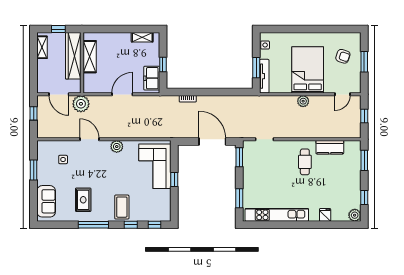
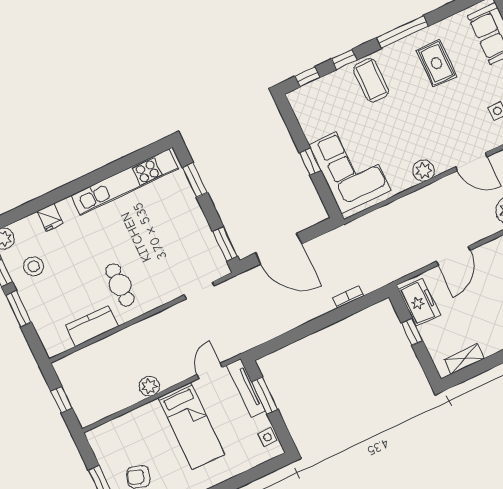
bed: (308, 70) -> (191, 426), width x0.67
door: (343, 94) -> (210, 371), moved
plant: (303, 101) -> (149, 386), moved
window: (364, 160) -> (19, 309), moved
stool: (346, 193) -> (34, 266), added

